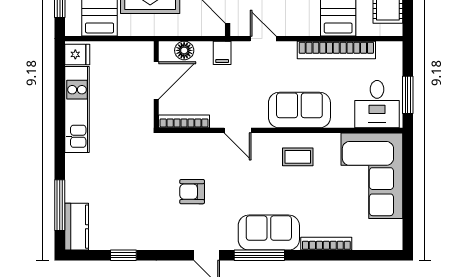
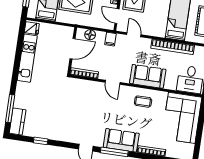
armchair: (192, 192) -> (83, 112), removed

